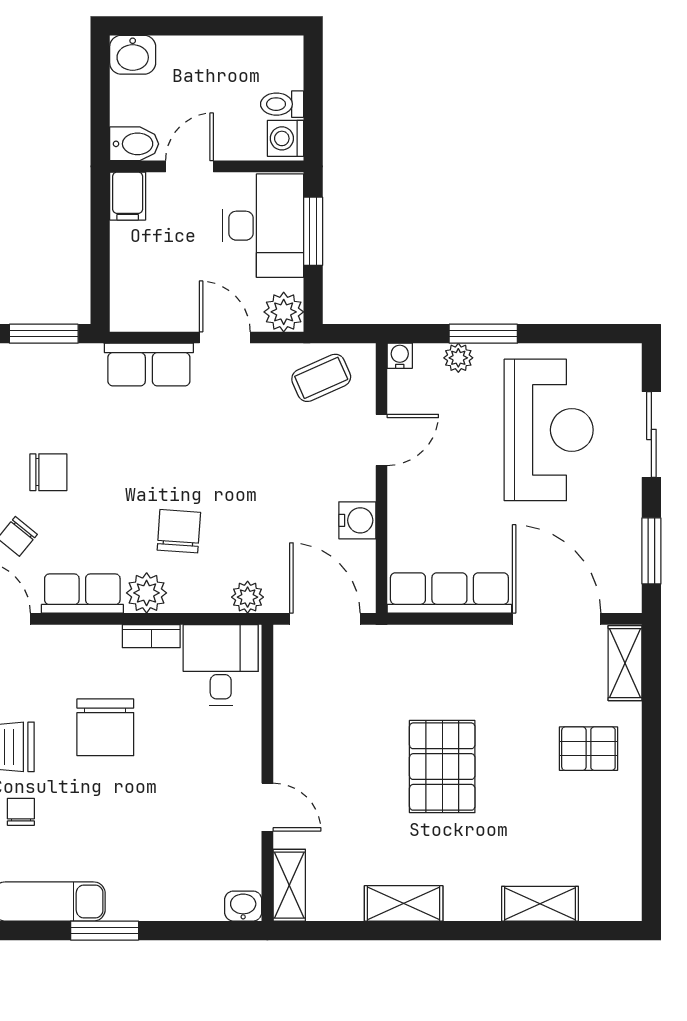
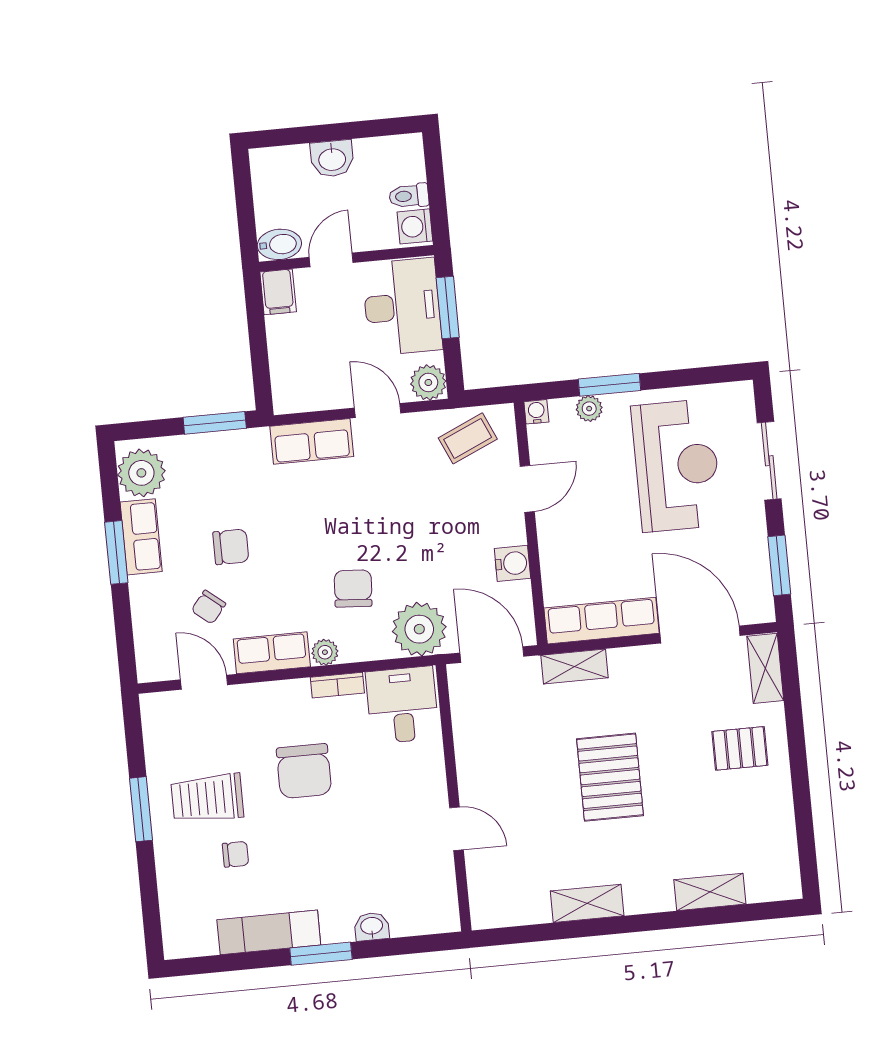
washbasin: (133, 55) -> (332, 159), moved
plant: (147, 593) -> (325, 652), width x0.73, depth x0.73
plant: (248, 597) -> (419, 629), width x1.88, depth x1.88
chair: (21, 812) -> (235, 854), turned 90
shelving: (289, 885) -> (575, 666), moved, turned 90
washbasin: (243, 906) -> (372, 927), moved

